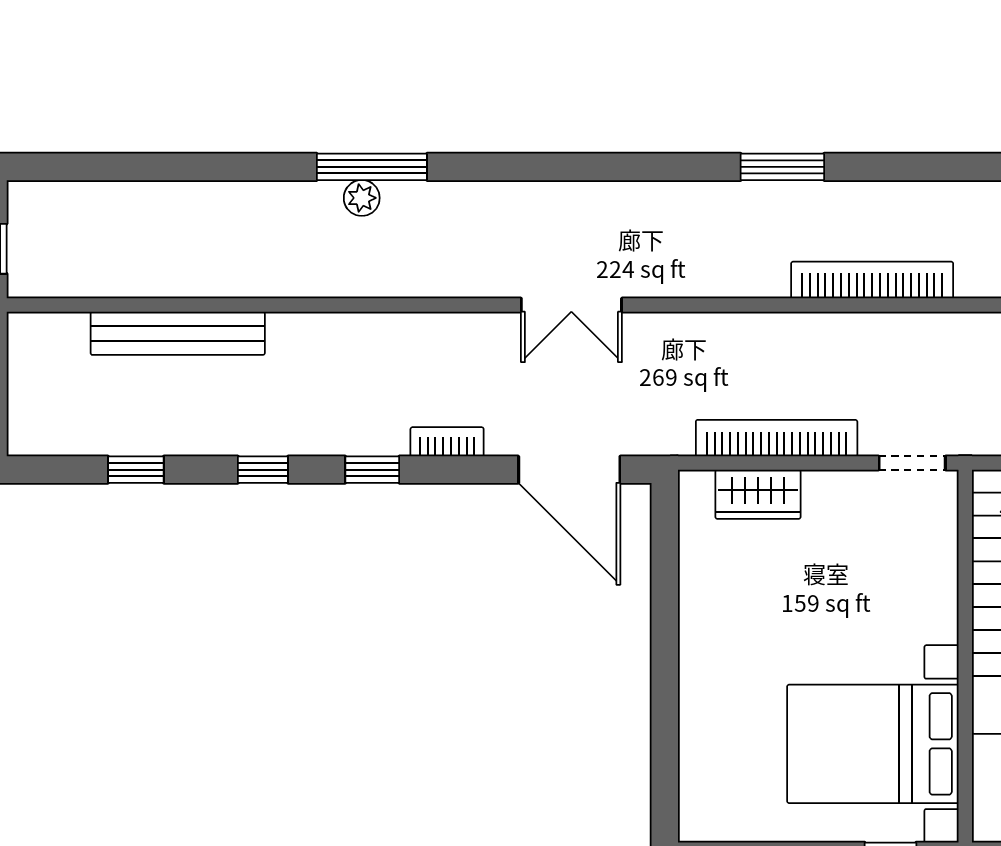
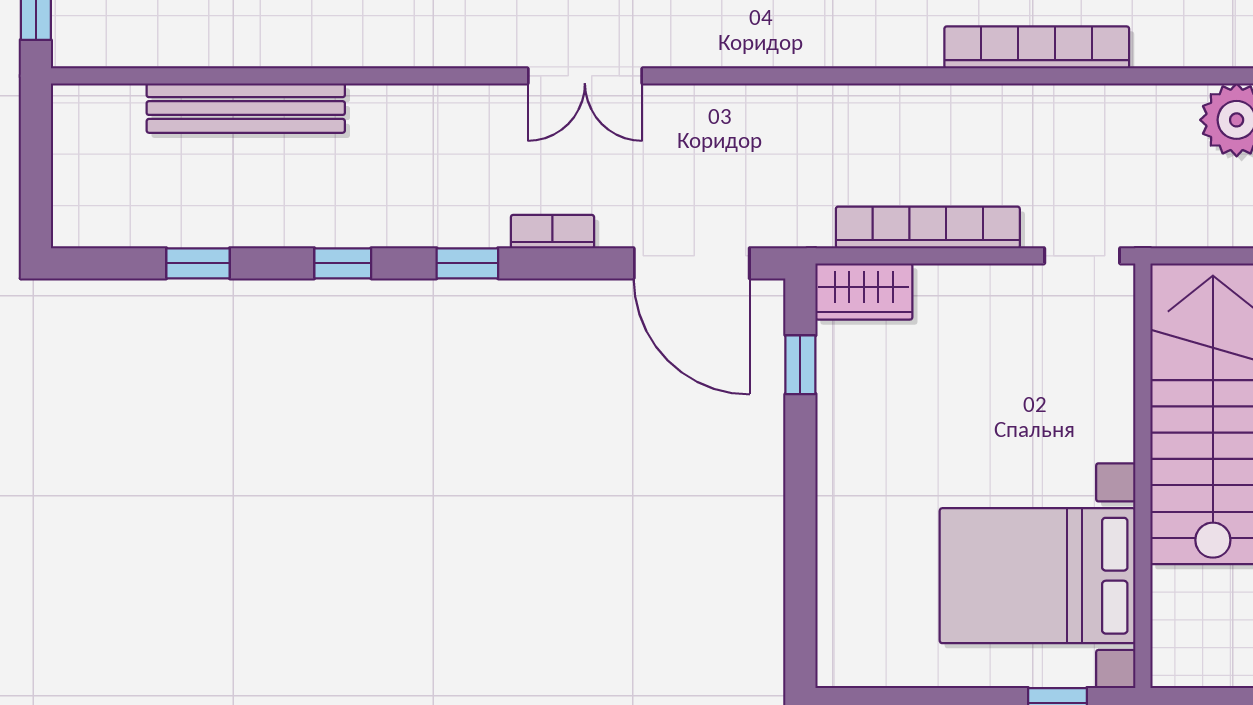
double door: (571, 305) -> (585, 76), moved
wardrobe: (758, 494) -> (864, 291), moved
window: (665, 559) -> (800, 365), added

